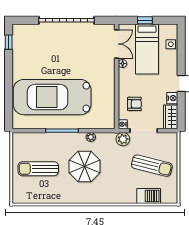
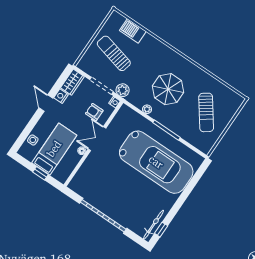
bicycle: (18, 42) -> (154, 225), added
double door: (117, 44) -> (97, 139), moved
sun lounger: (38, 169) -> (206, 112), turned 54

